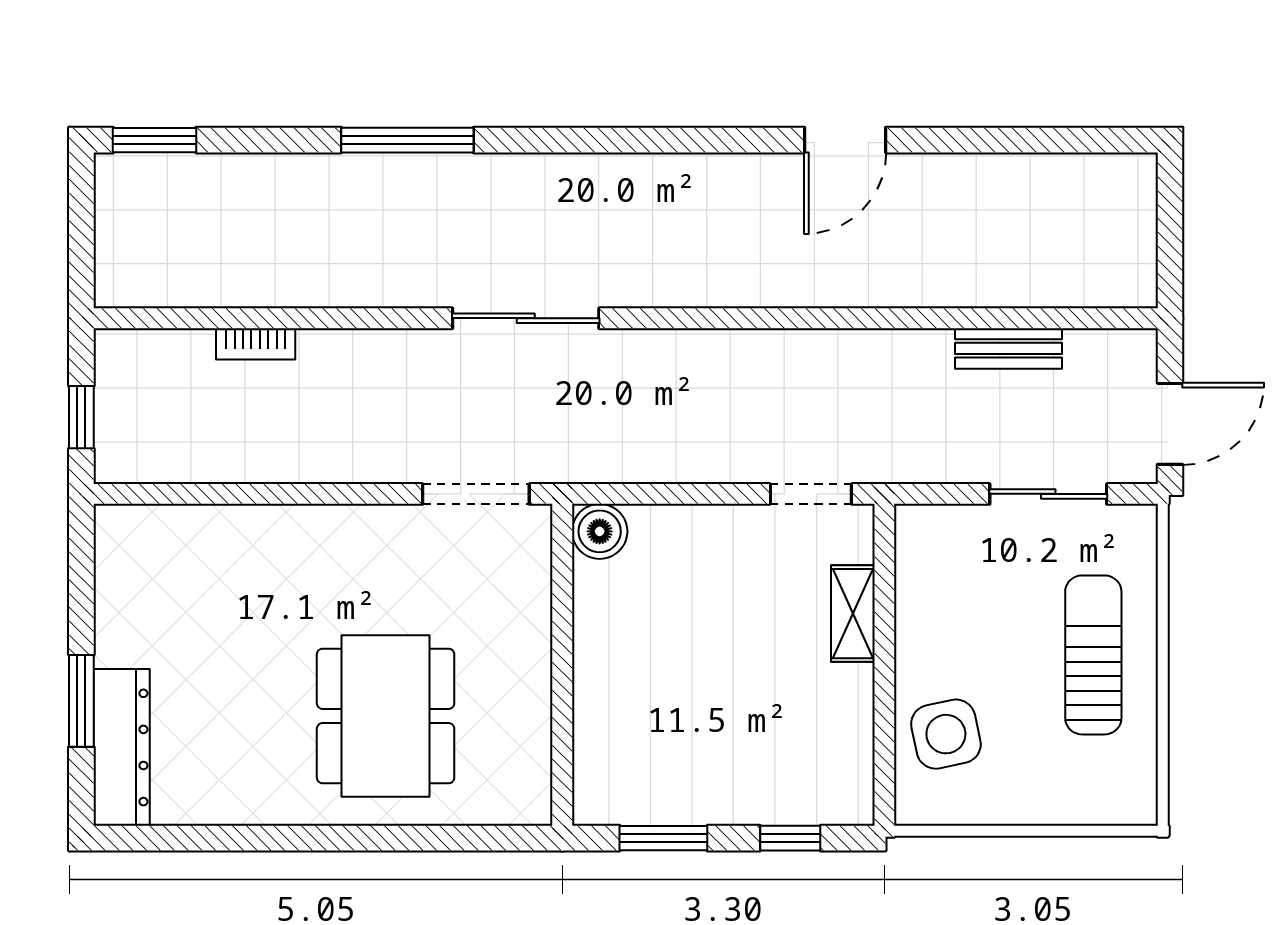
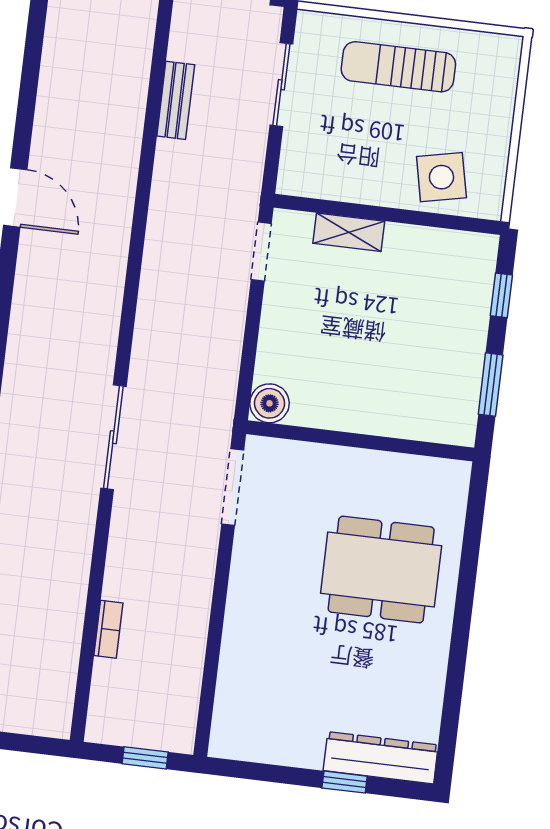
window: (81, 701) -> (345, 782), width x0.67

